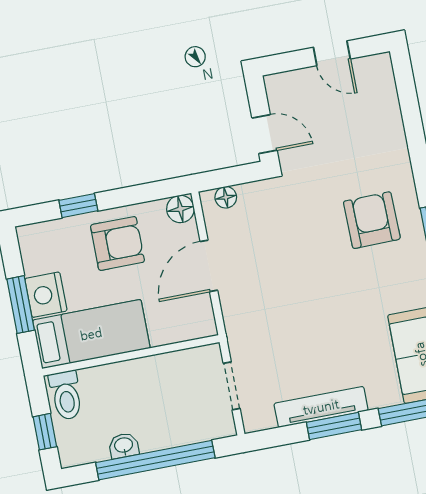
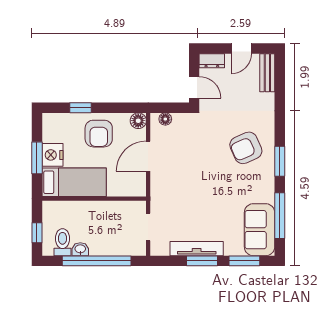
door: (332, 53) -> (241, 49), hinge flipped
dresser: (286, 83) -> (212, 61), added
bench: (384, 86) -> (267, 73), added
armchair: (372, 220) -> (246, 148), turned -113
armchair: (117, 243) -> (99, 134), turned 90
toilet: (66, 395) -> (62, 242), moved, turned 180

